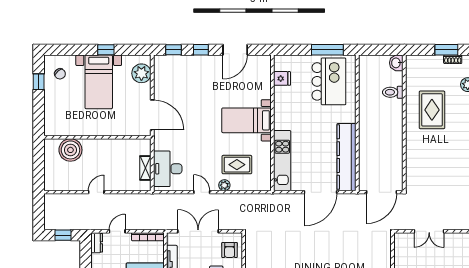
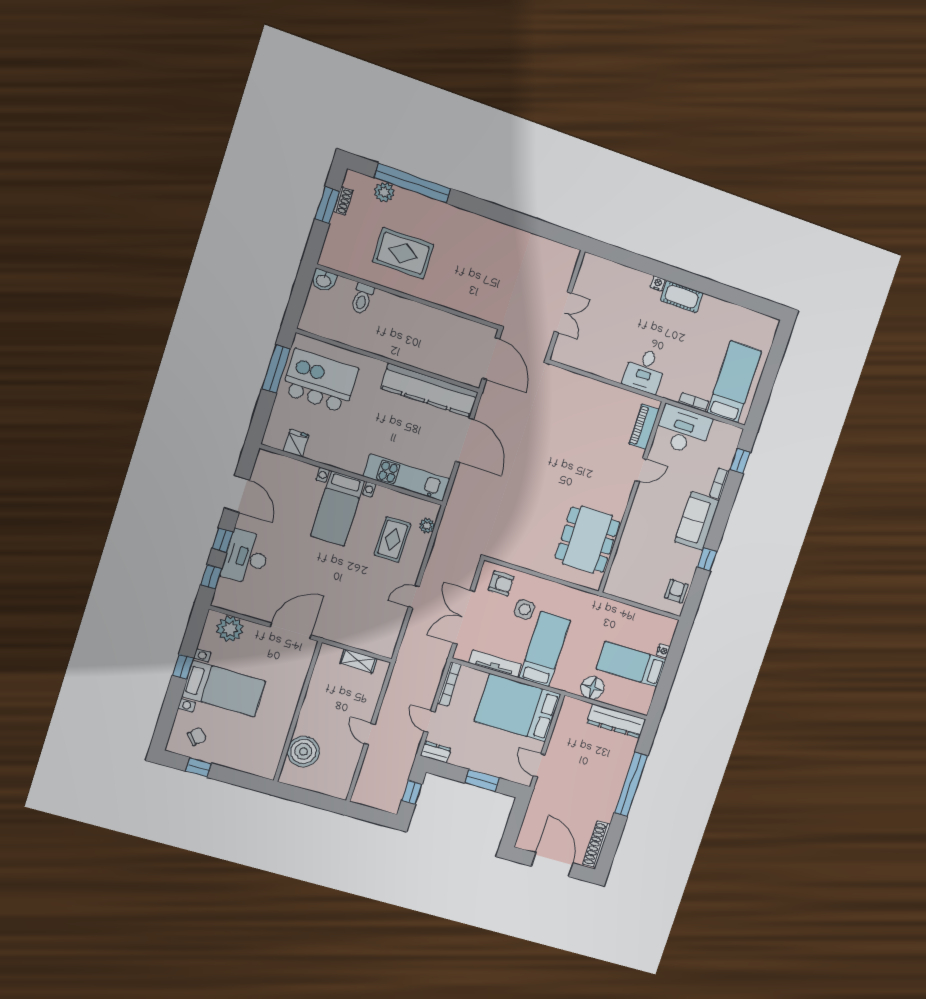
desk: (168, 169) -> (246, 557), moved, turned 90
plant: (224, 185) -> (427, 526), moved

